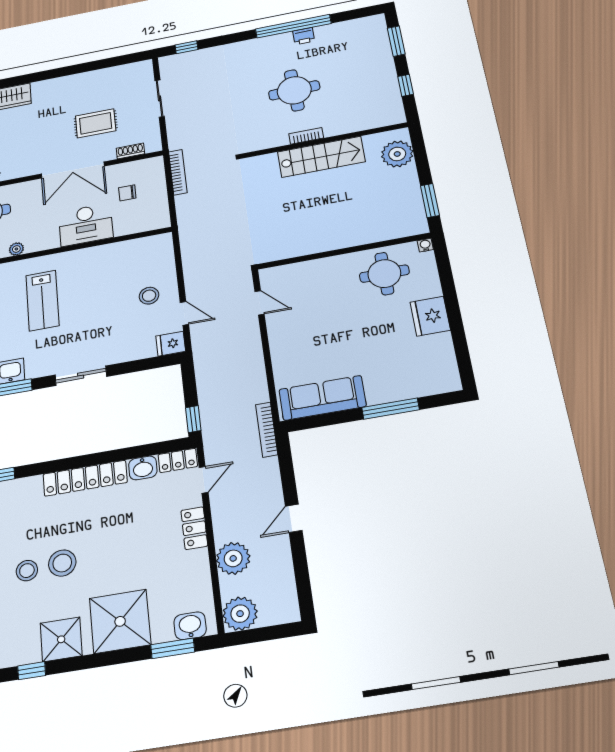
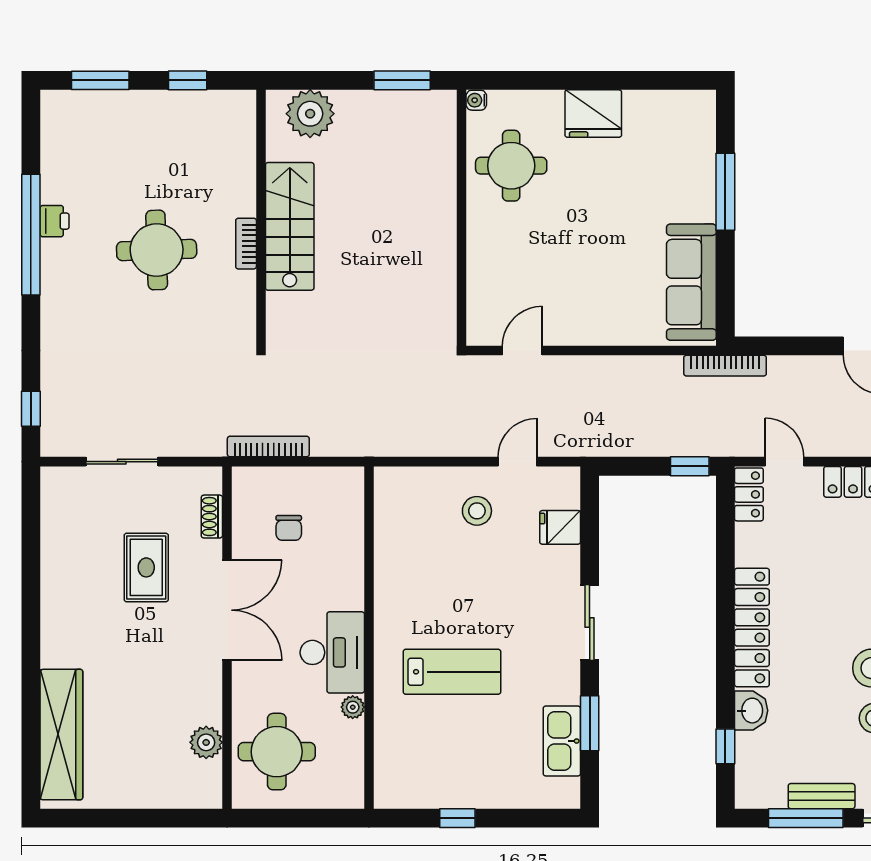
desk: (86, 225) -> (332, 652), moved
fridge: (171, 344) -> (560, 527), moved, turned 90
washbasin: (143, 468) -> (751, 711), moved

